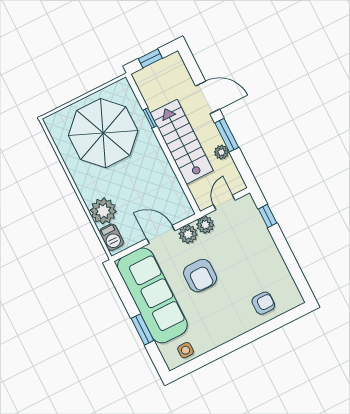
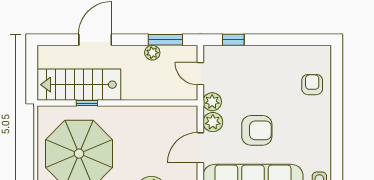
window: (150, 58) -> (32, 75), removed
window: (227, 135) -> (165, 40), moved
stairs: (182, 142) -> (79, 85), moved

